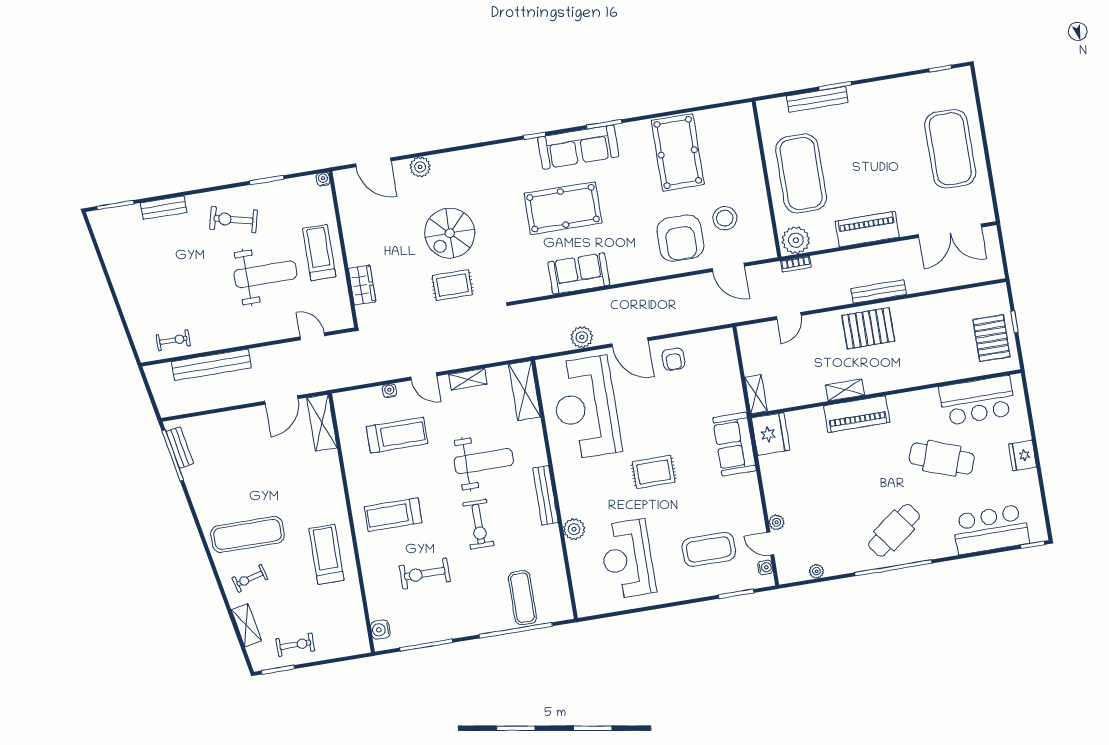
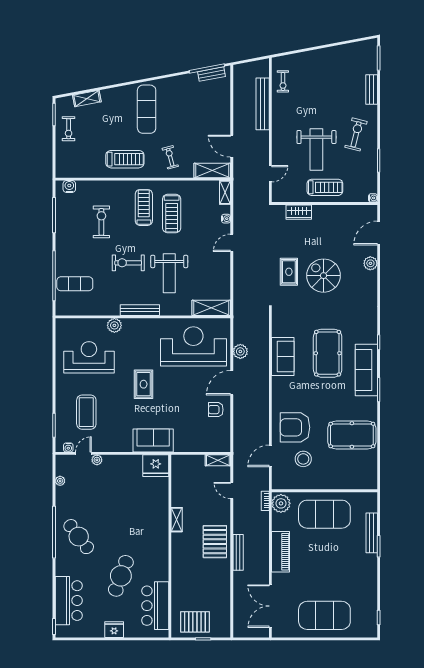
shelving: (468, 379) -> (225, 192), moved
shelving: (756, 394) -> (218, 460), moved
piano: (857, 414) -> (160, 525), removed
treadmill: (397, 435) -> (172, 214), moved
exercise bike: (250, 578) -> (170, 157), moved

